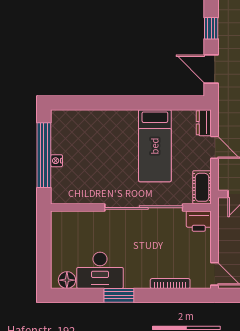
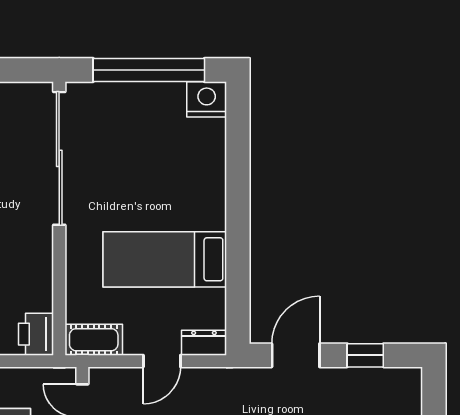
nightstand: (57, 161) -> (207, 99), moved, width x1.89, depth x1.79
sliding door: (144, 208) -> (59, 158), moved

